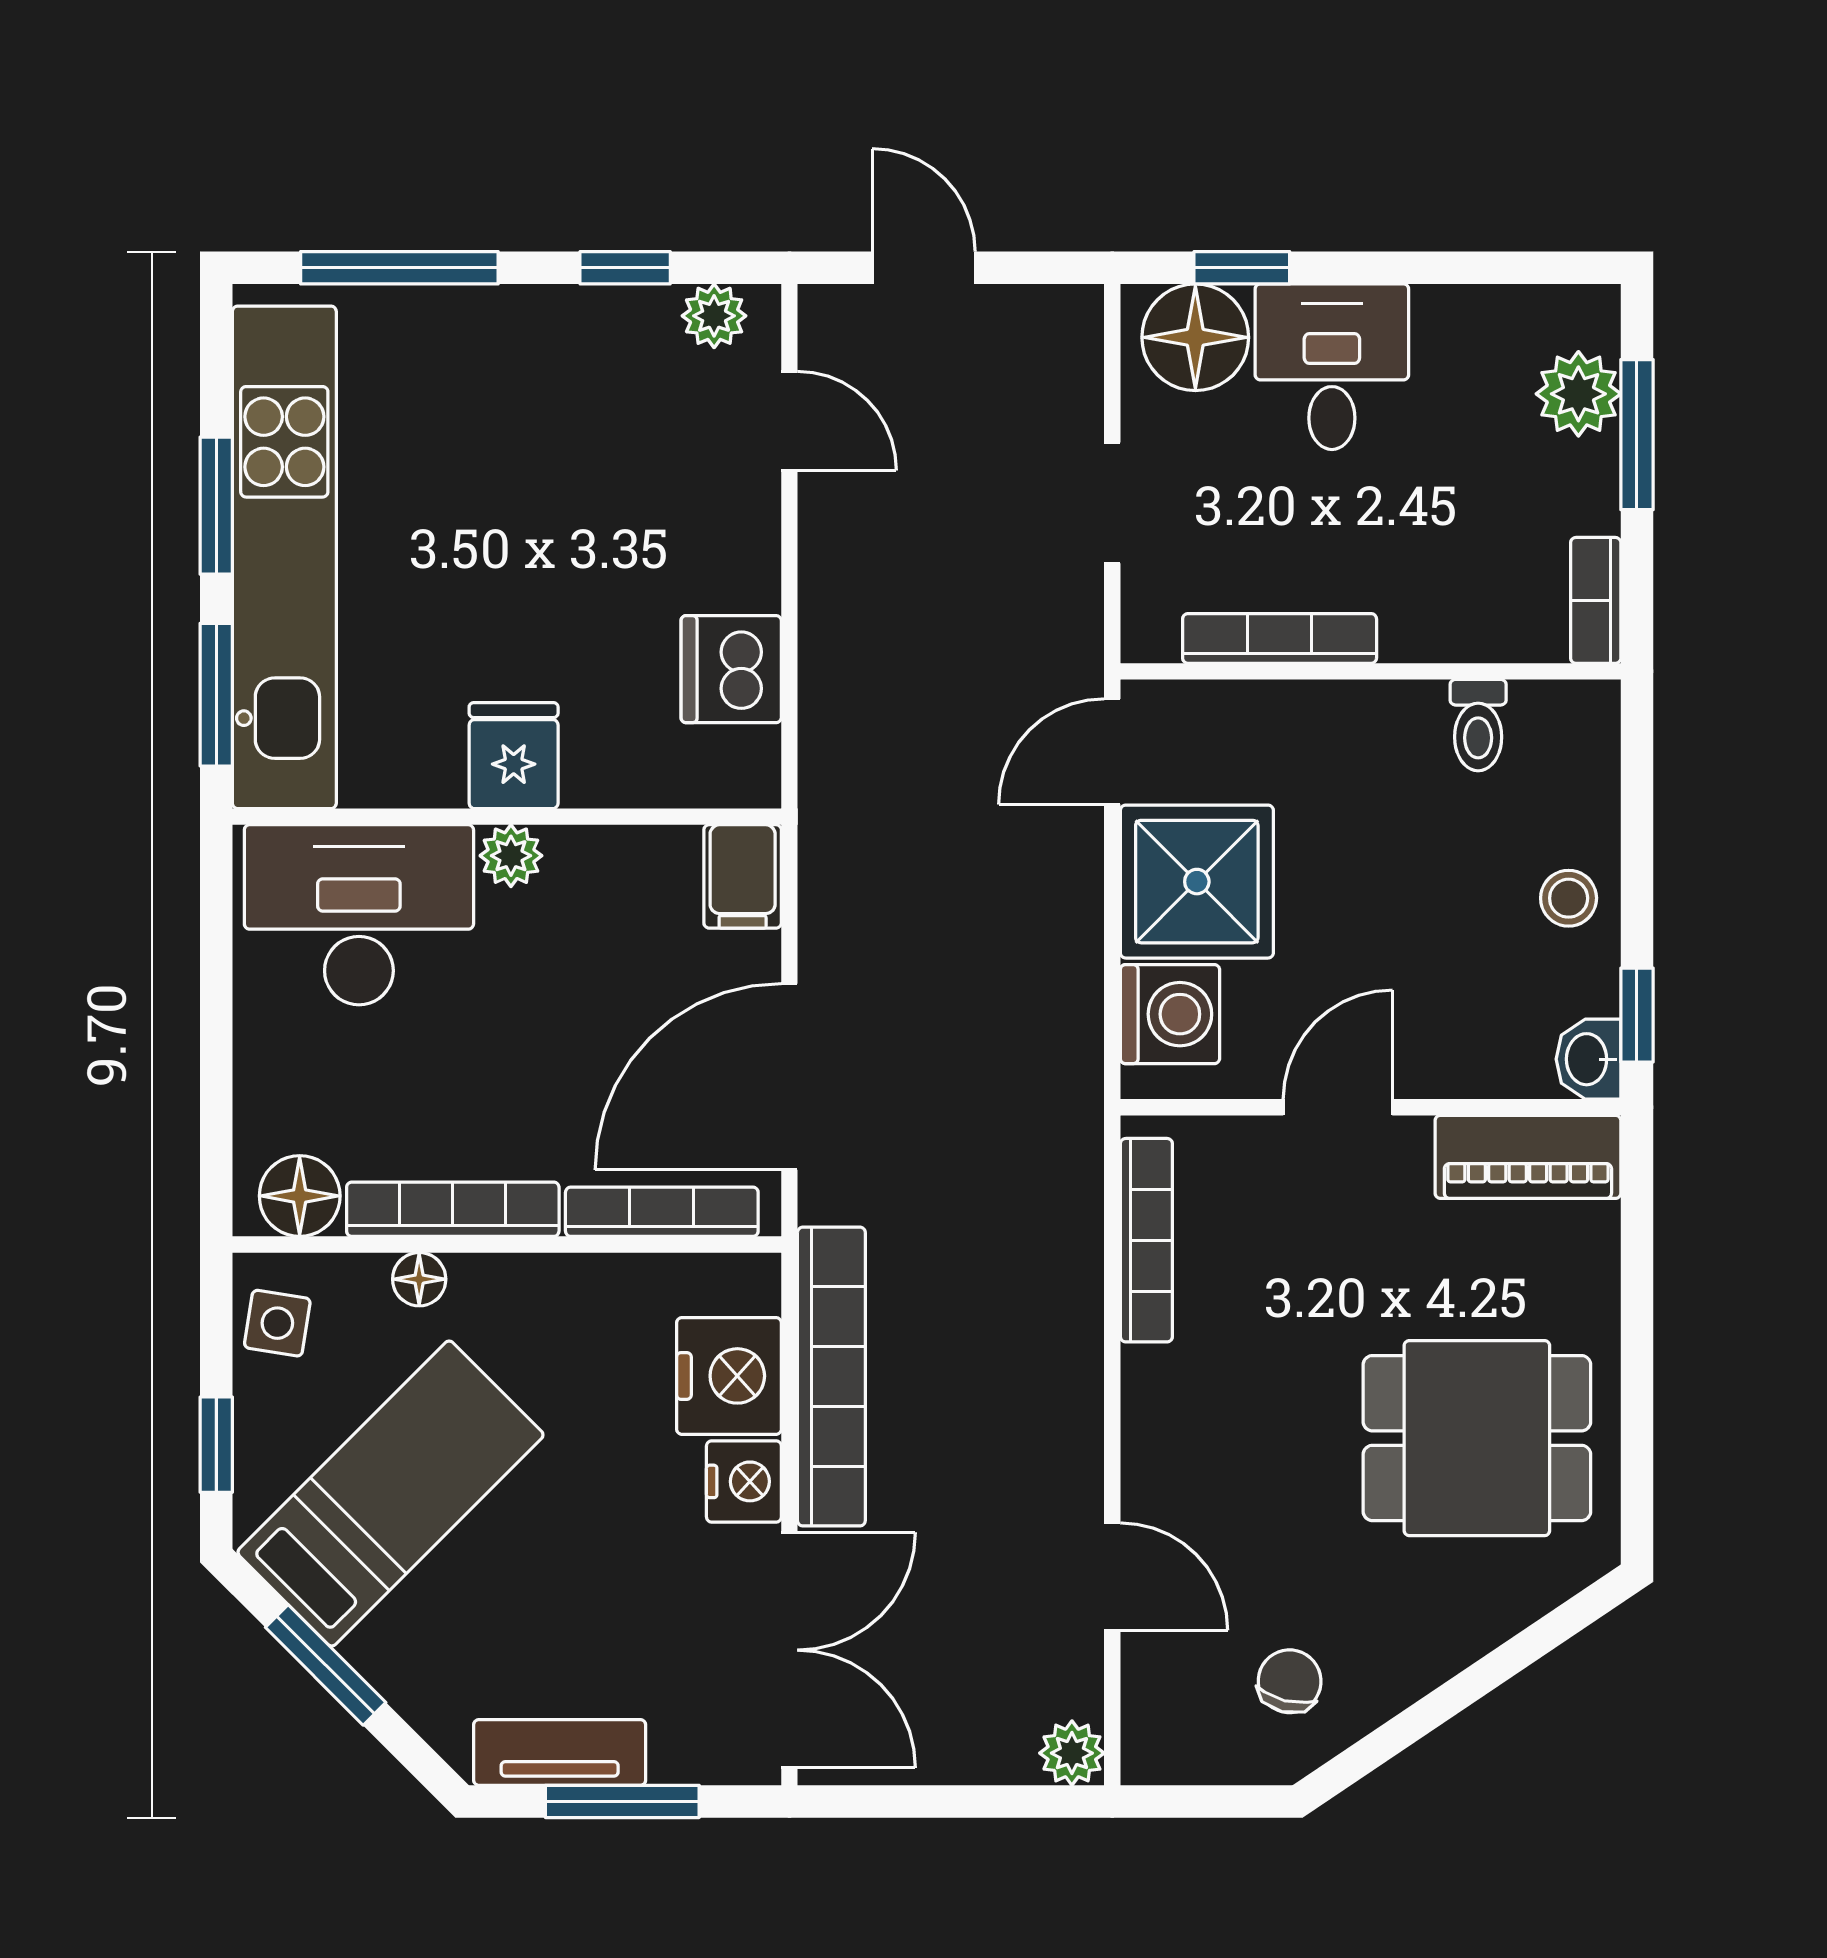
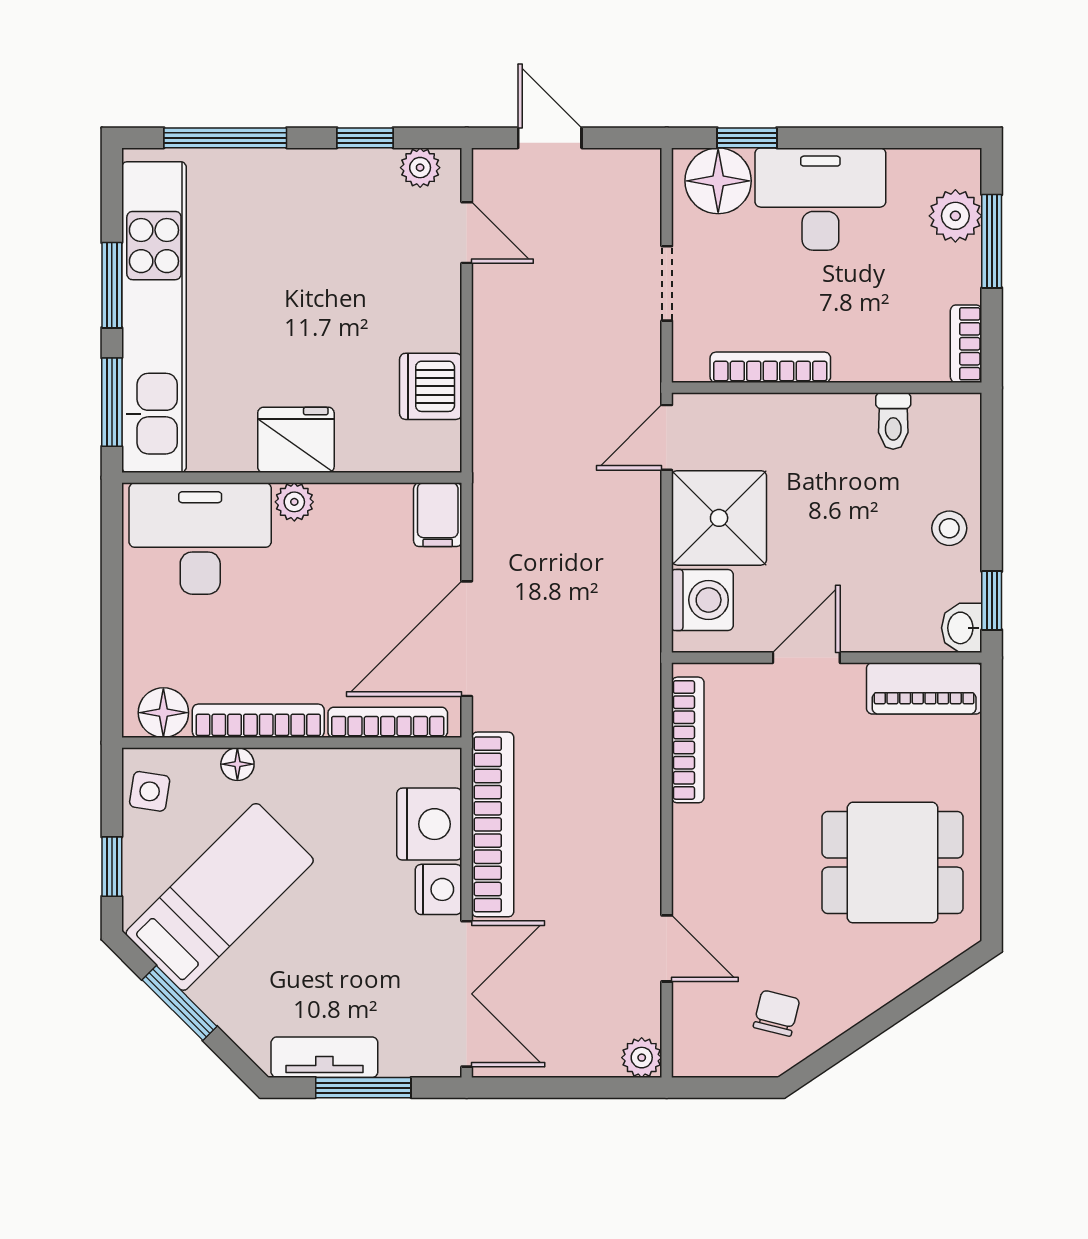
desk: (1332, 367) -> (820, 199), width x1.37
fridge: (514, 756) -> (296, 440), width x1.38

